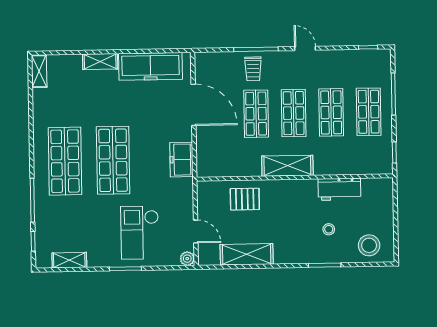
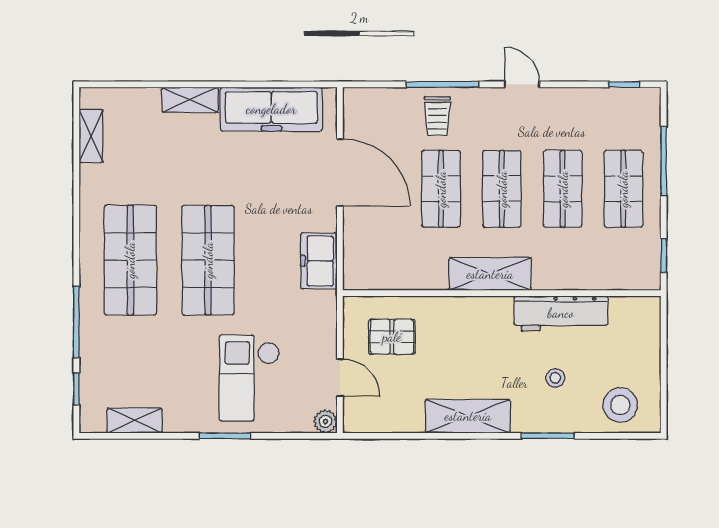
shelving: (39, 71) -> (91, 136), moved
workbench: (339, 189) -> (561, 313), width x1.38
pallet: (245, 199) -> (392, 337), moved
shelving: (247, 254) -> (468, 416), moved

